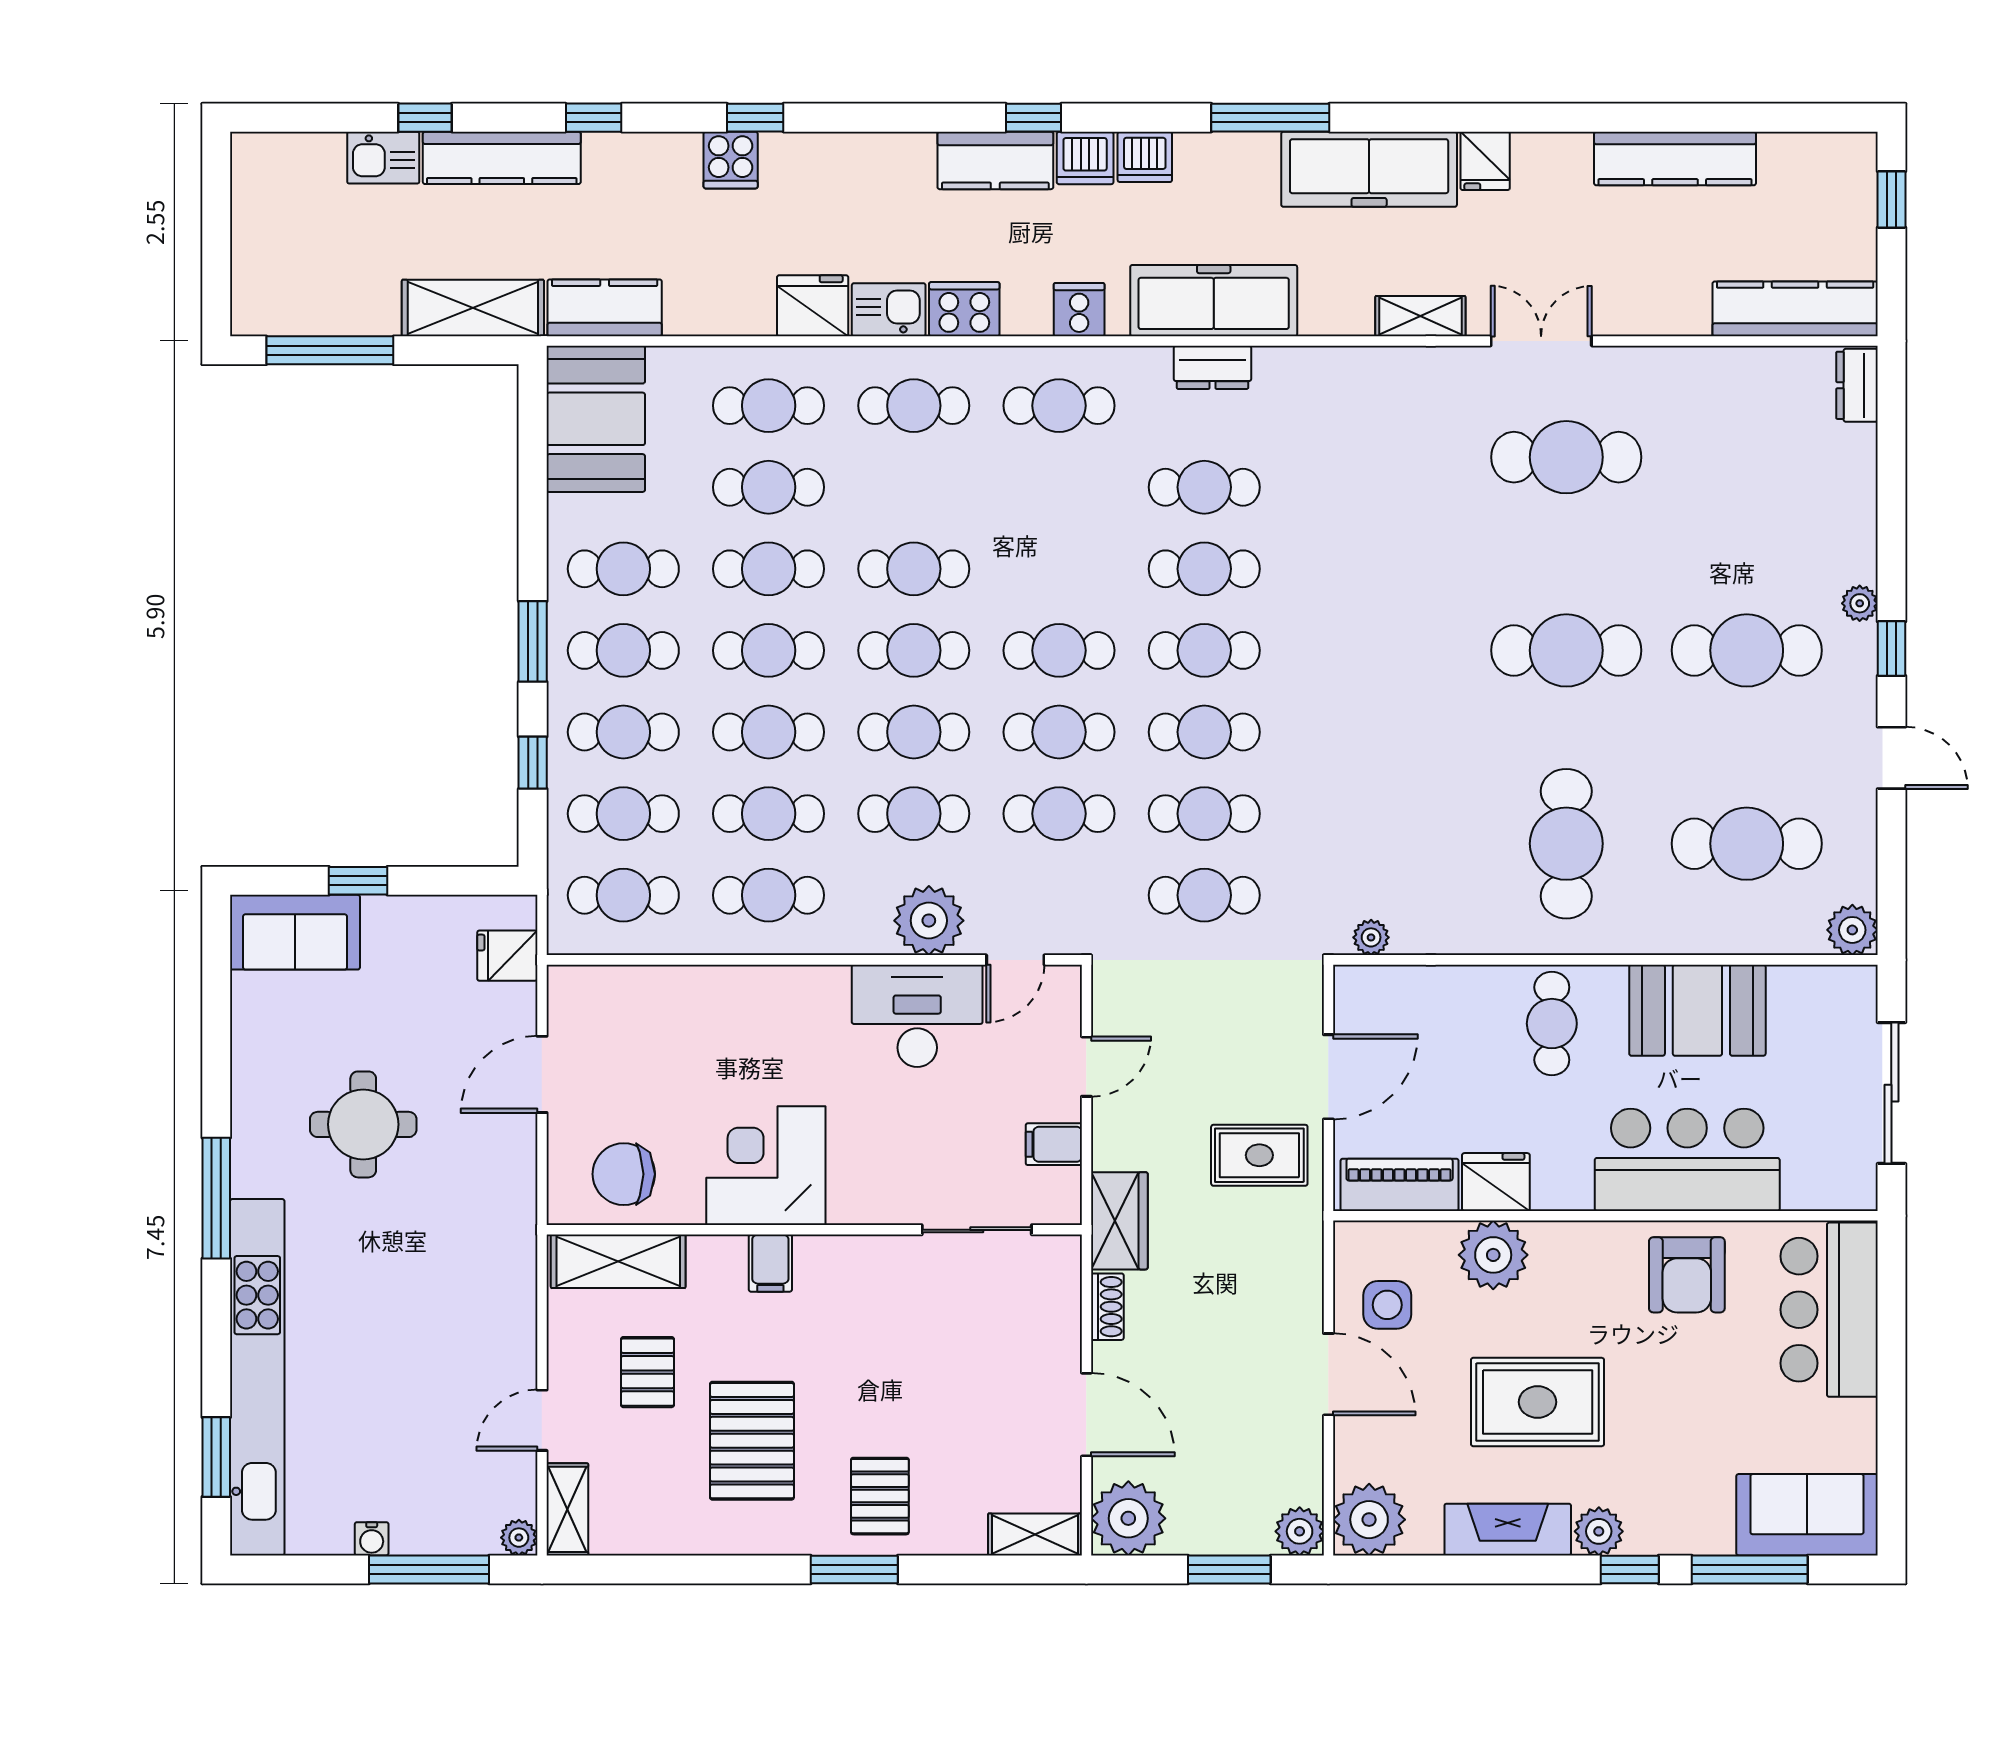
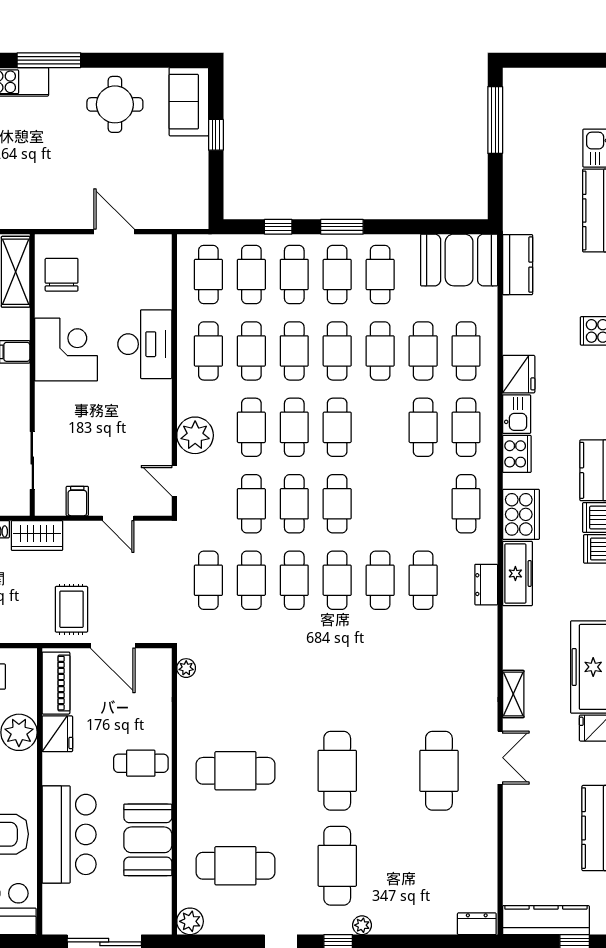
freezer: (1214, 301) -> (517, 573), width x0.73, depth x0.79
shelving: (473, 308) -> (517, 195), removed
kitchen counter: (1795, 309) -> (546, 920), moved, turned -90
cooker: (1079, 310) -> (521, 514), width x1.87, depth x1.31
cafe table: (914, 569) -> (423, 427), moved
cafe table: (1747, 844) -> (235, 866), turned 90
fridge: (507, 956) -> (177, 213), removed
desk: (917, 1016) -> (145, 344), moved
round table: (363, 1124) -> (115, 104), moved

